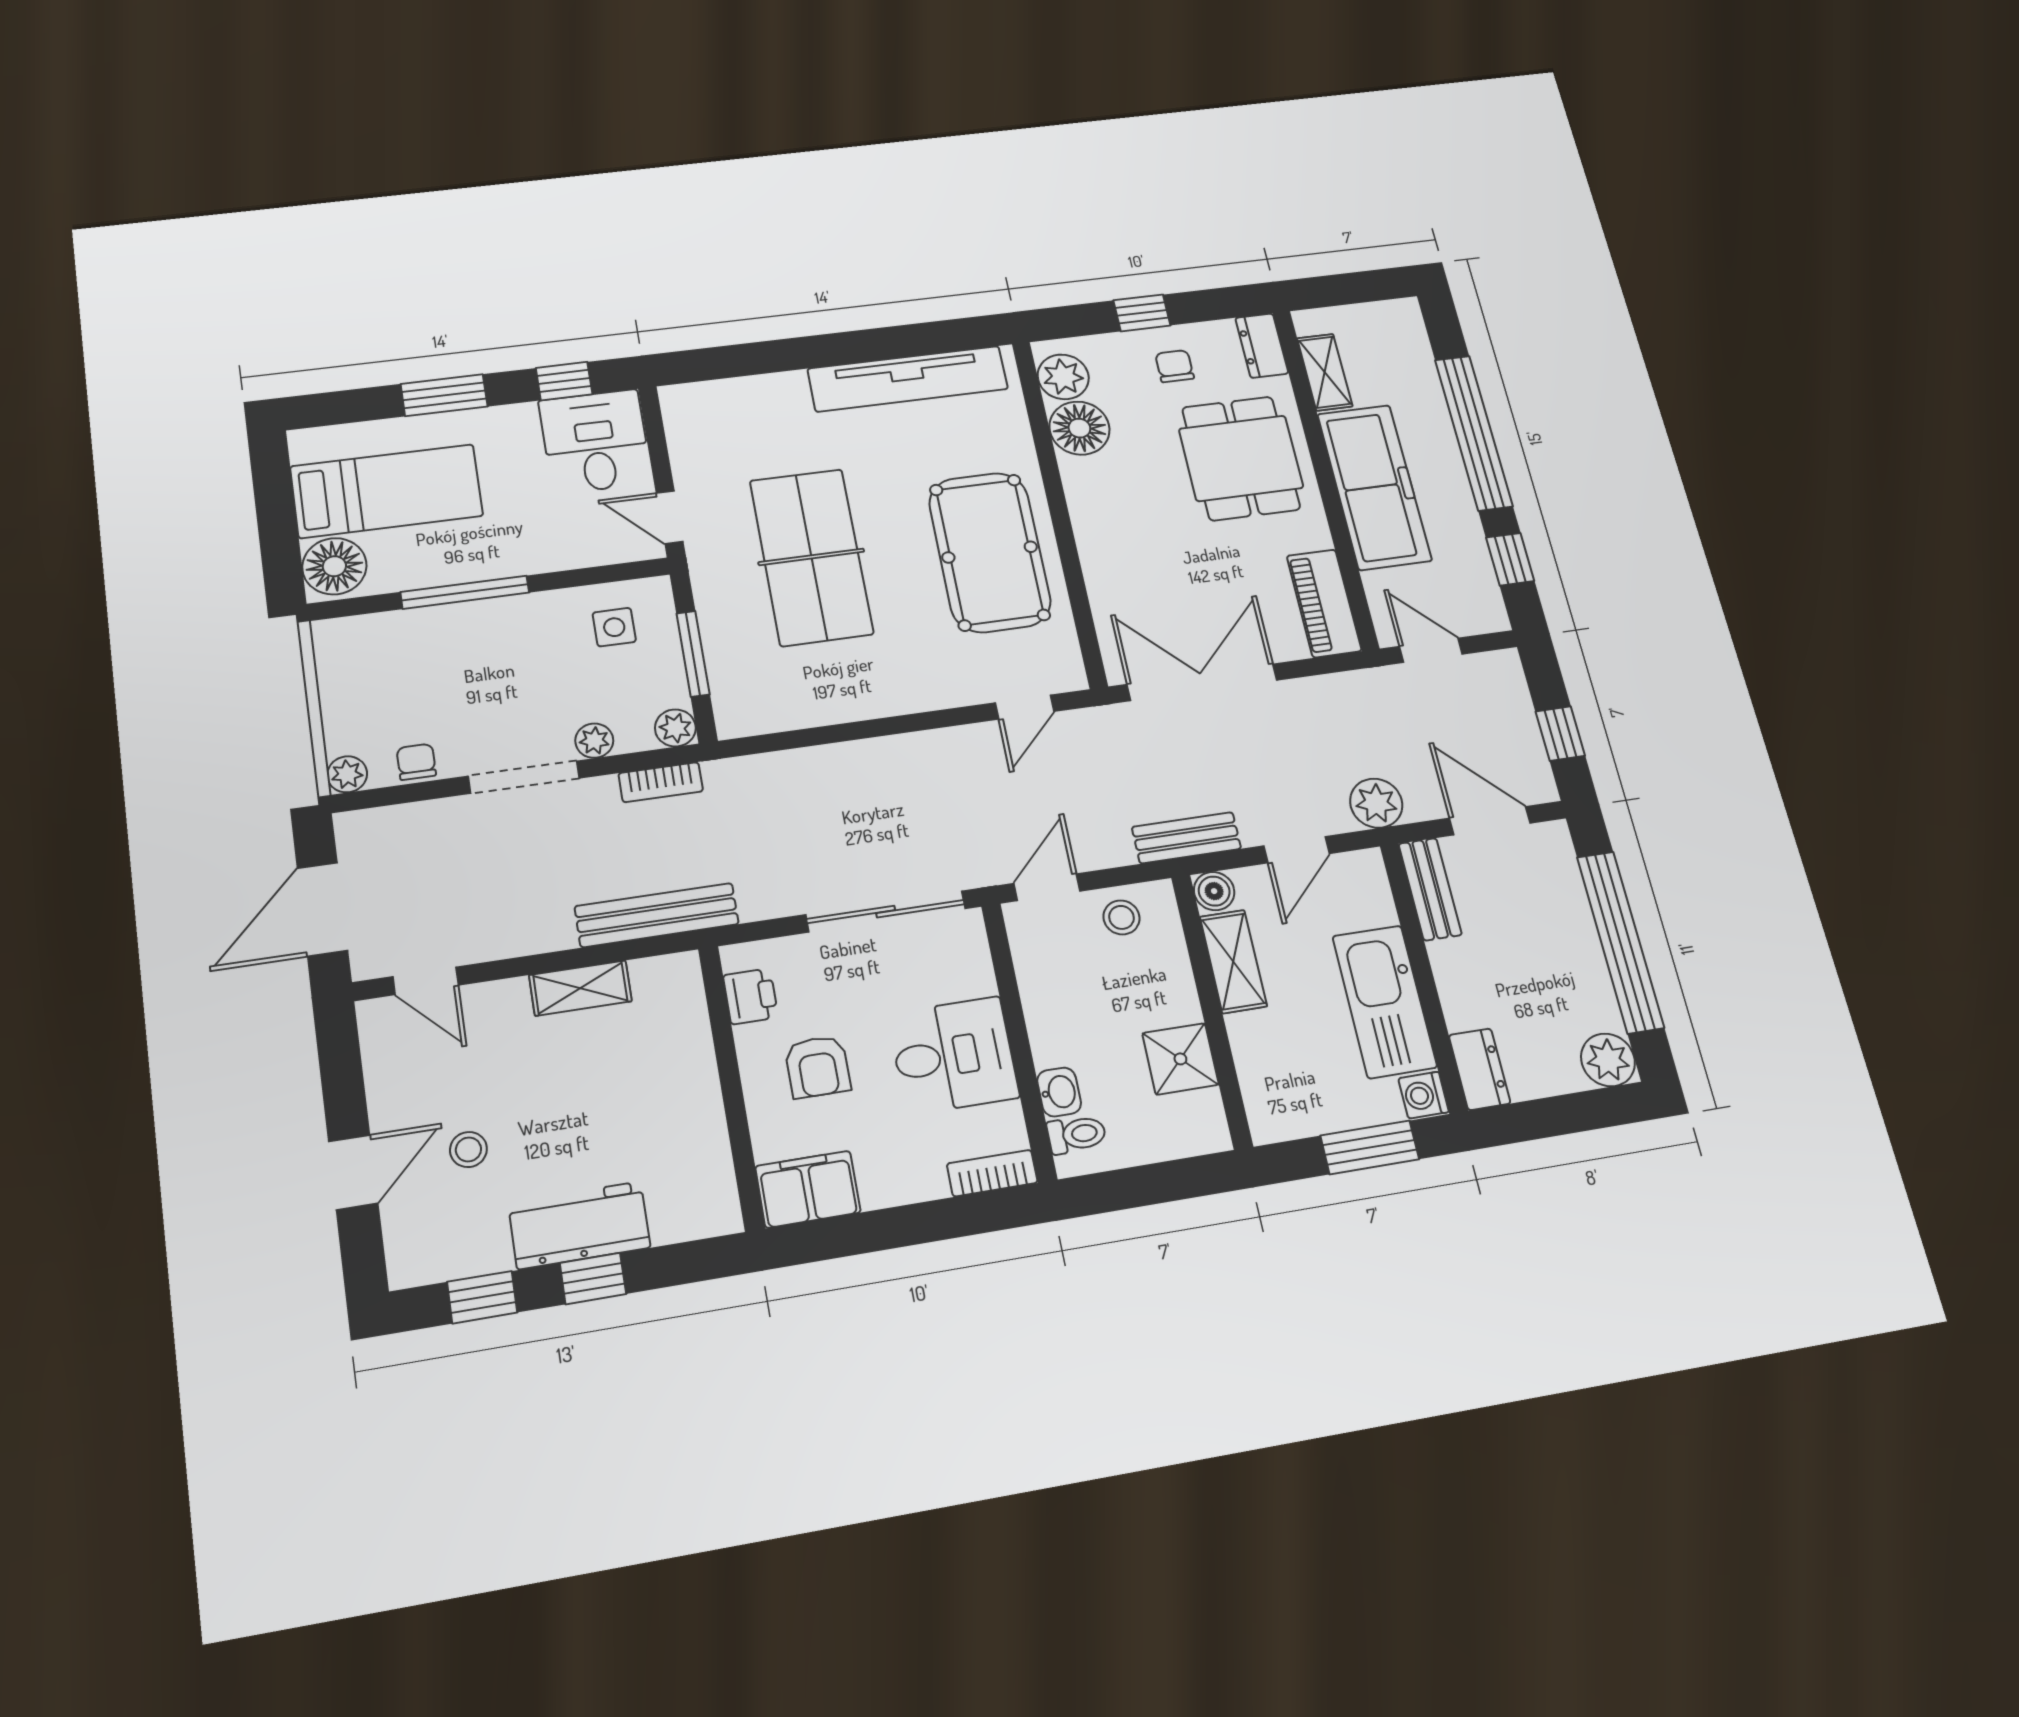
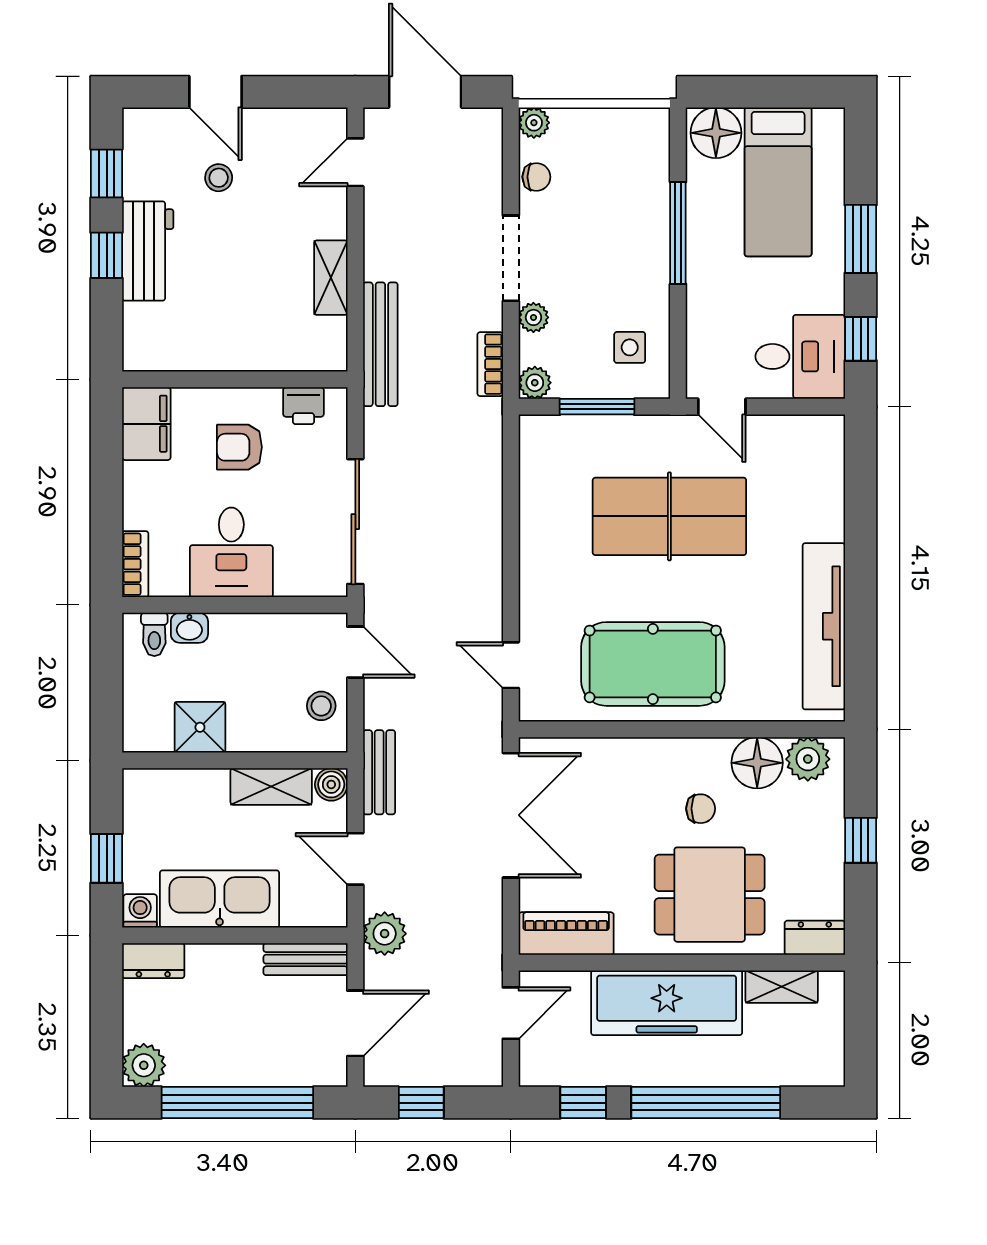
chair: (1175, 366) -> (701, 809), moved
door: (670, 517) -> (722, 407), swing flipped
window: (1370, 1147) -> (107, 858), width x0.67

